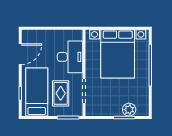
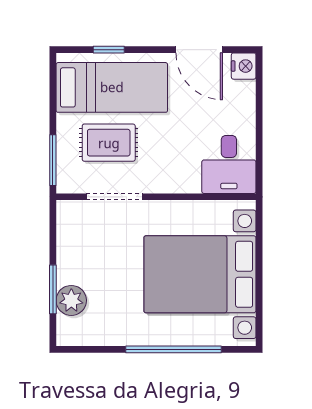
nightstand: (27, 35) -> (244, 66), added
desk: (70, 57) -> (229, 164), moved, width x0.73

